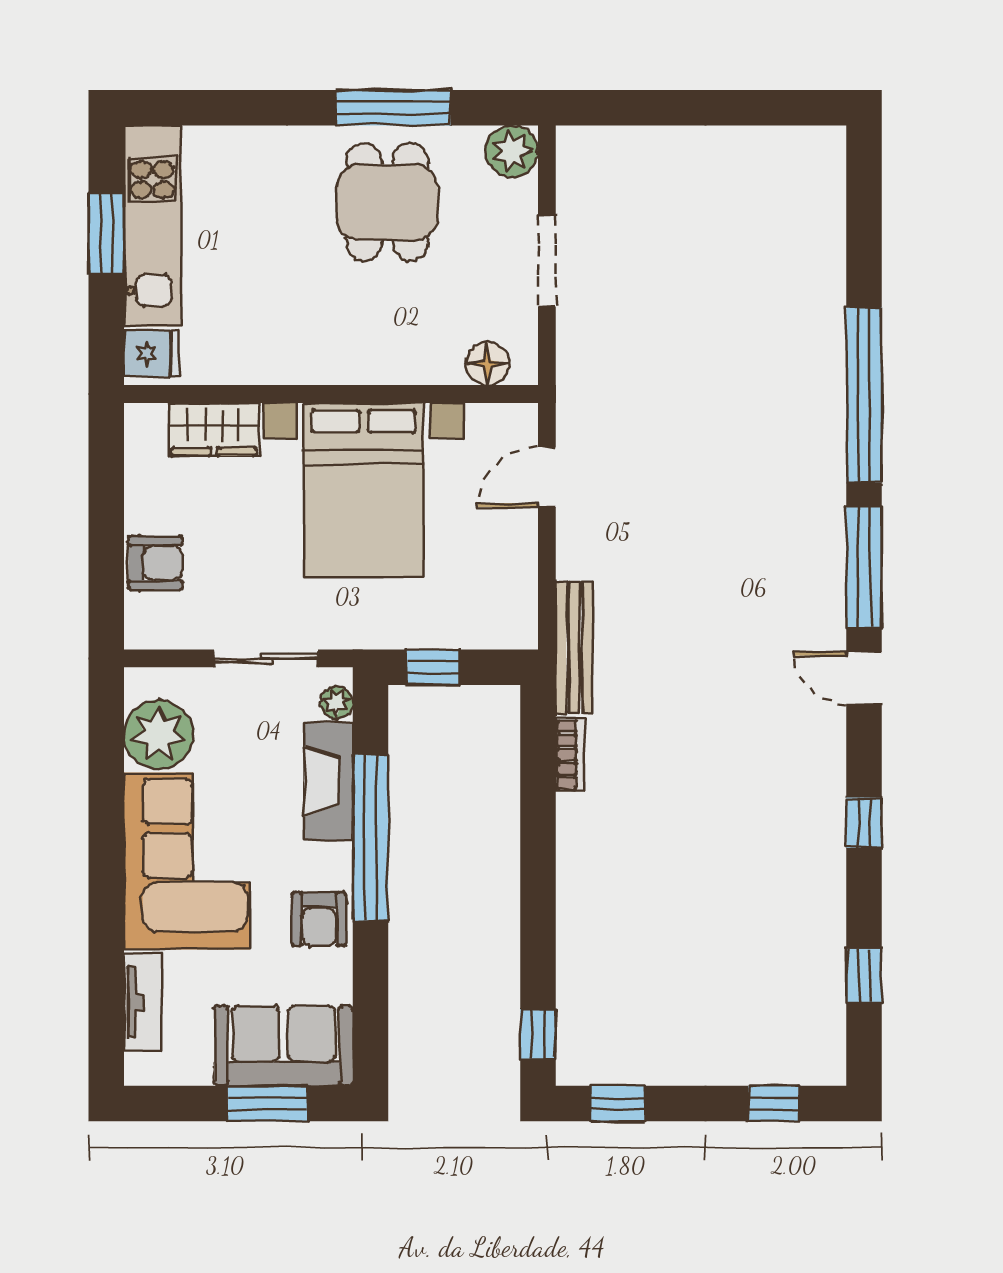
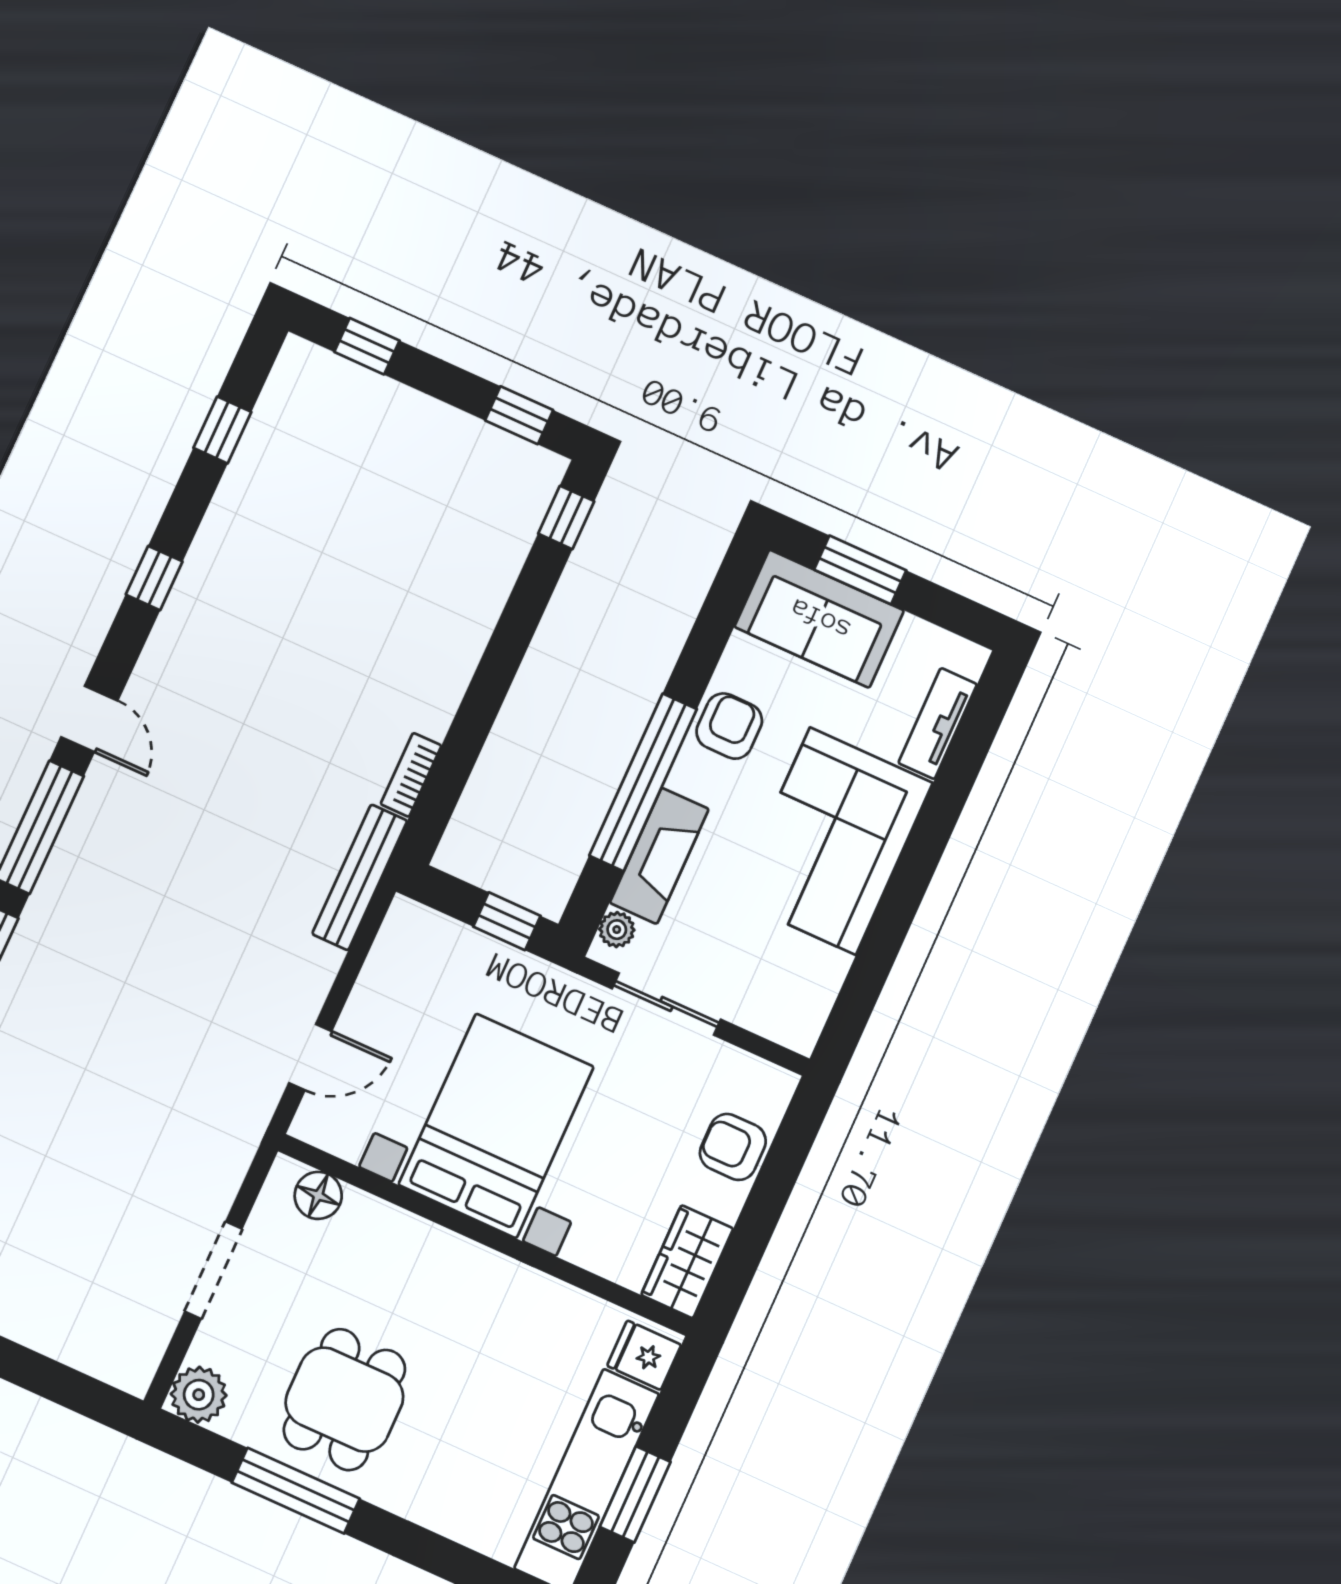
wardrobe: (214, 429) -> (687, 1262), moved, turned -90
plant: (158, 735) -> (805, 977), removed

